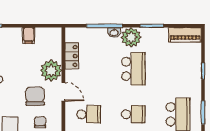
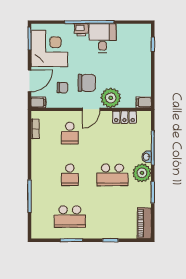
filing cabinet: (29, 35) -> (144, 102), moved

